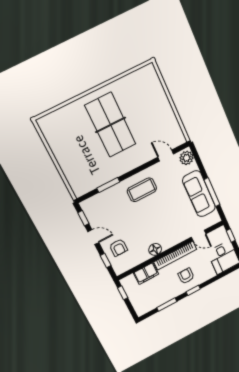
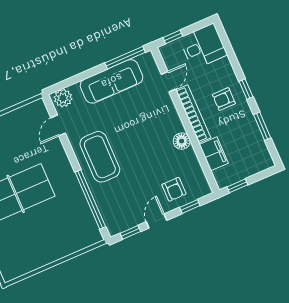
window: (108, 185) -> (90, 199), width x2.11
coffee table: (142, 190) -> (100, 157), width x1.36, depth x1.32
window: (212, 192) -> (125, 58), moved
armchair: (118, 248) -> (174, 189), turned 90

